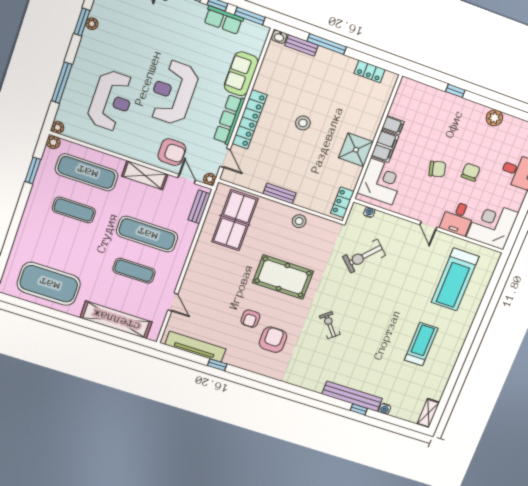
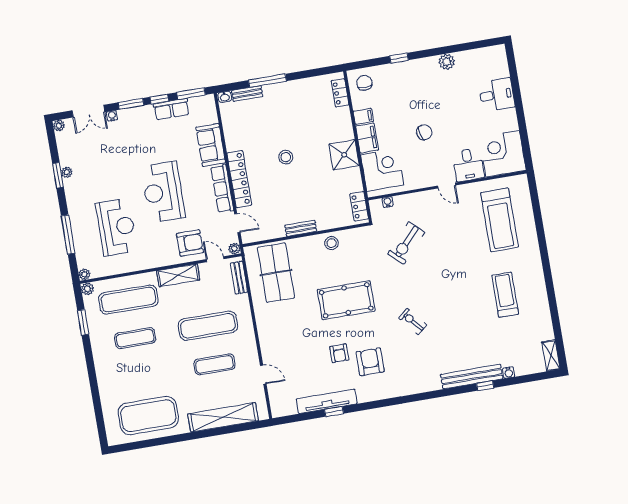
locker: (370, 71) -> (340, 93), moved, turned 90
chair: (471, 172) -> (364, 83), moved
tv unit: (195, 347) -> (327, 401), moved

